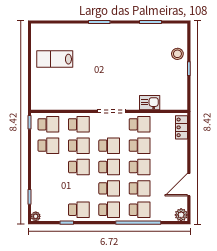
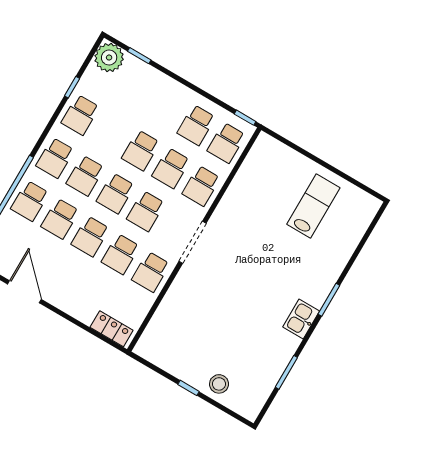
kitchen sink: (150, 103) -> (301, 319), moved, turned 180
plant: (36, 216) -> (109, 58), width x1.87, depth x1.87

